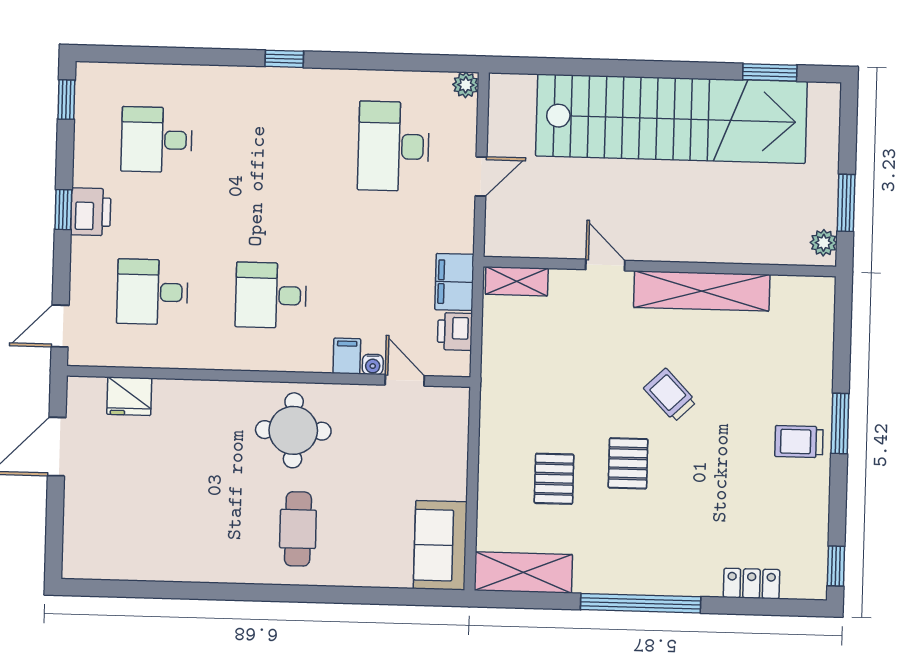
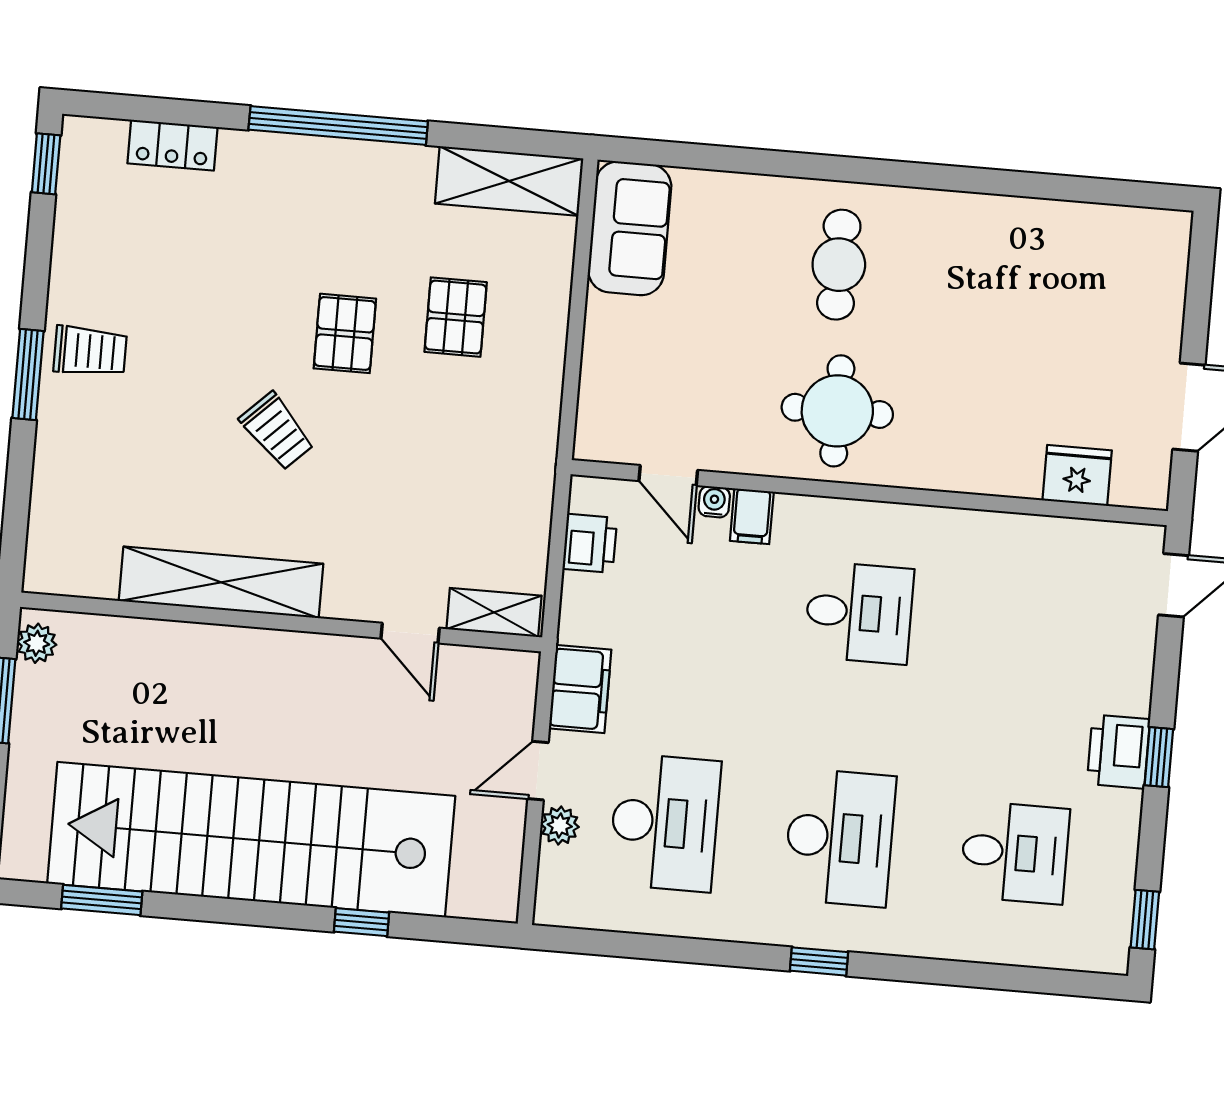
window: (594, 67) -> (361, 922), added
plant: (466, 85) -> (560, 825), moved
door: (605, 265) -> (410, 633), moved
filing cabinet: (454, 282) -> (580, 689), moved
desk: (152, 292) -> (840, 838), moved, width x1.37

